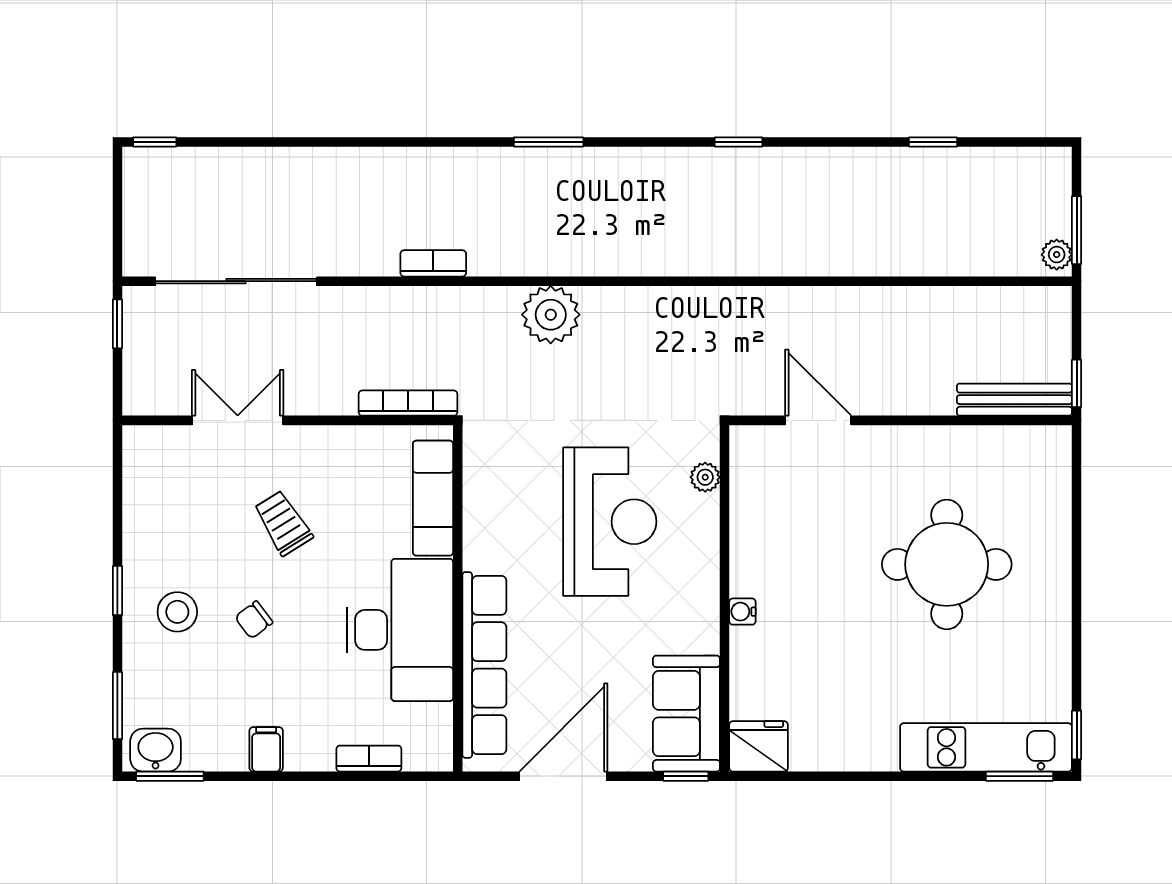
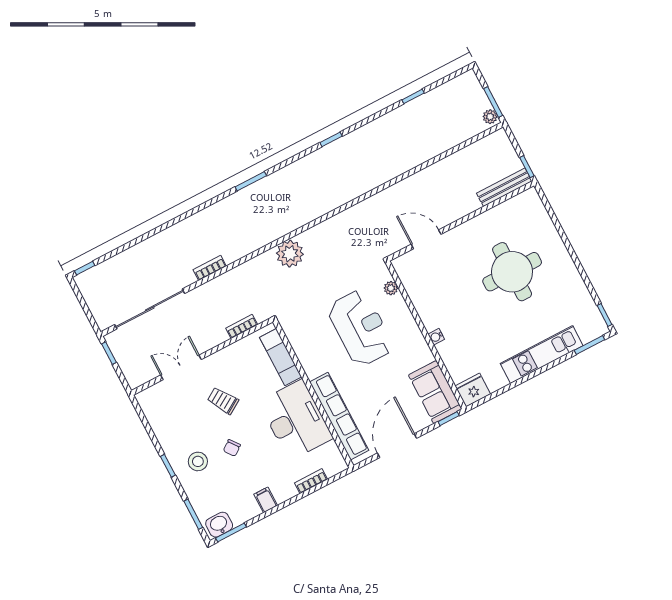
bookcase: (433, 263) -> (210, 268), moved
bookcase: (408, 403) -> (242, 326), width x0.64
kitchen unit: (986, 747) -> (542, 355), moved

